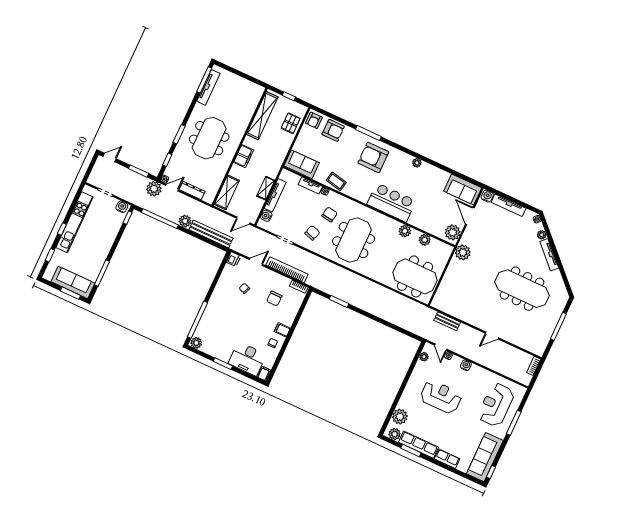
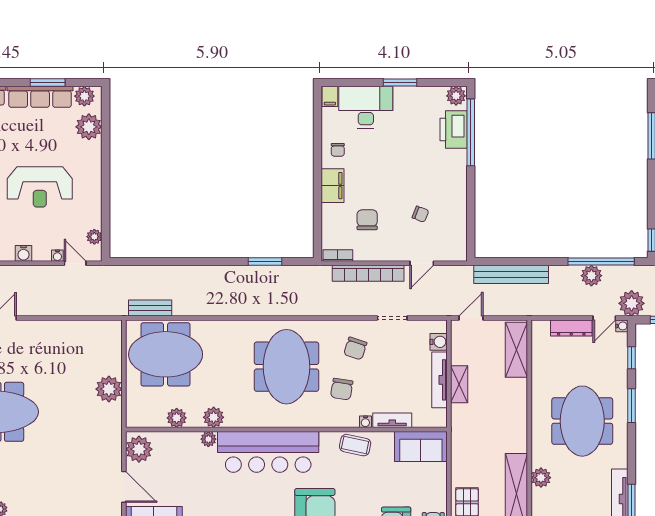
plant: (245, 118) -> (541, 478), added
filing cabinet: (244, 156) -> (516, 418), removed
bar counter: (391, 202) -> (268, 452), width x1.36
plant: (185, 221) -> (591, 276), moved
plant: (413, 221) -> (208, 439), added
plant: (463, 252) -> (109, 389), moved
printer: (234, 259) -> (454, 130), moved, width x1.87, depth x1.48
bench: (447, 321) -> (150, 308), moved
filing cabinet: (282, 330) -> (332, 186), width x2.00

